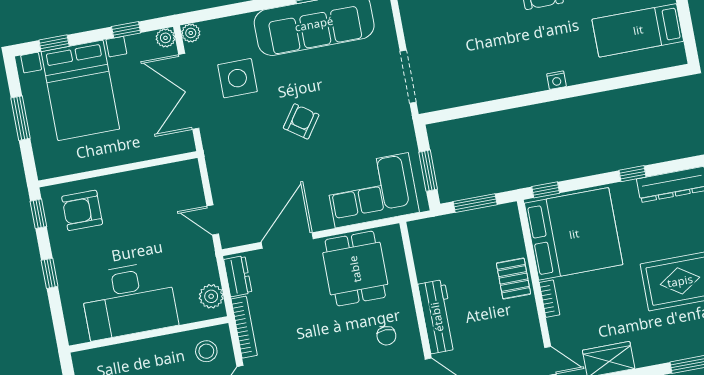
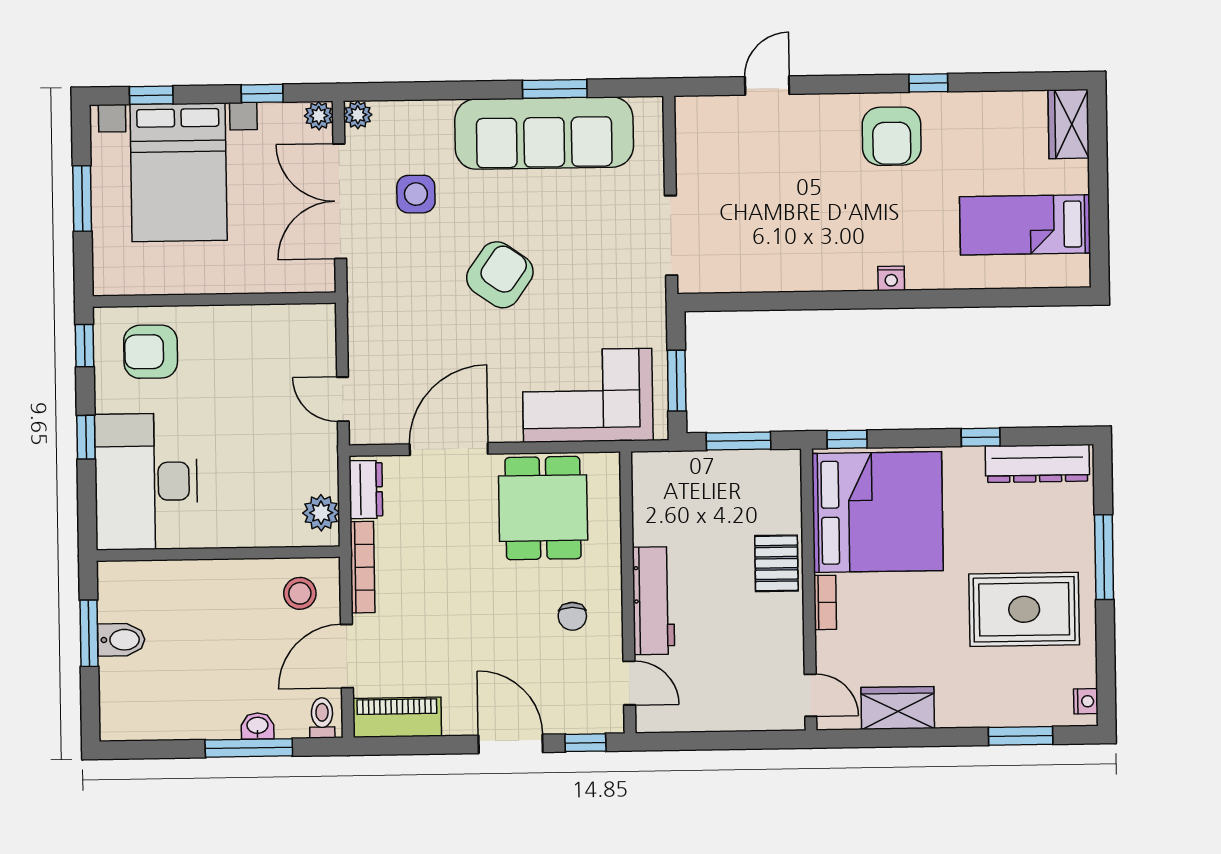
side table: (237, 78) -> (416, 194), width x0.73, depth x0.73
armchair: (301, 121) -> (500, 275), width x1.38, depth x1.38
desk: (129, 300) -> (146, 482), moved, turned 90

